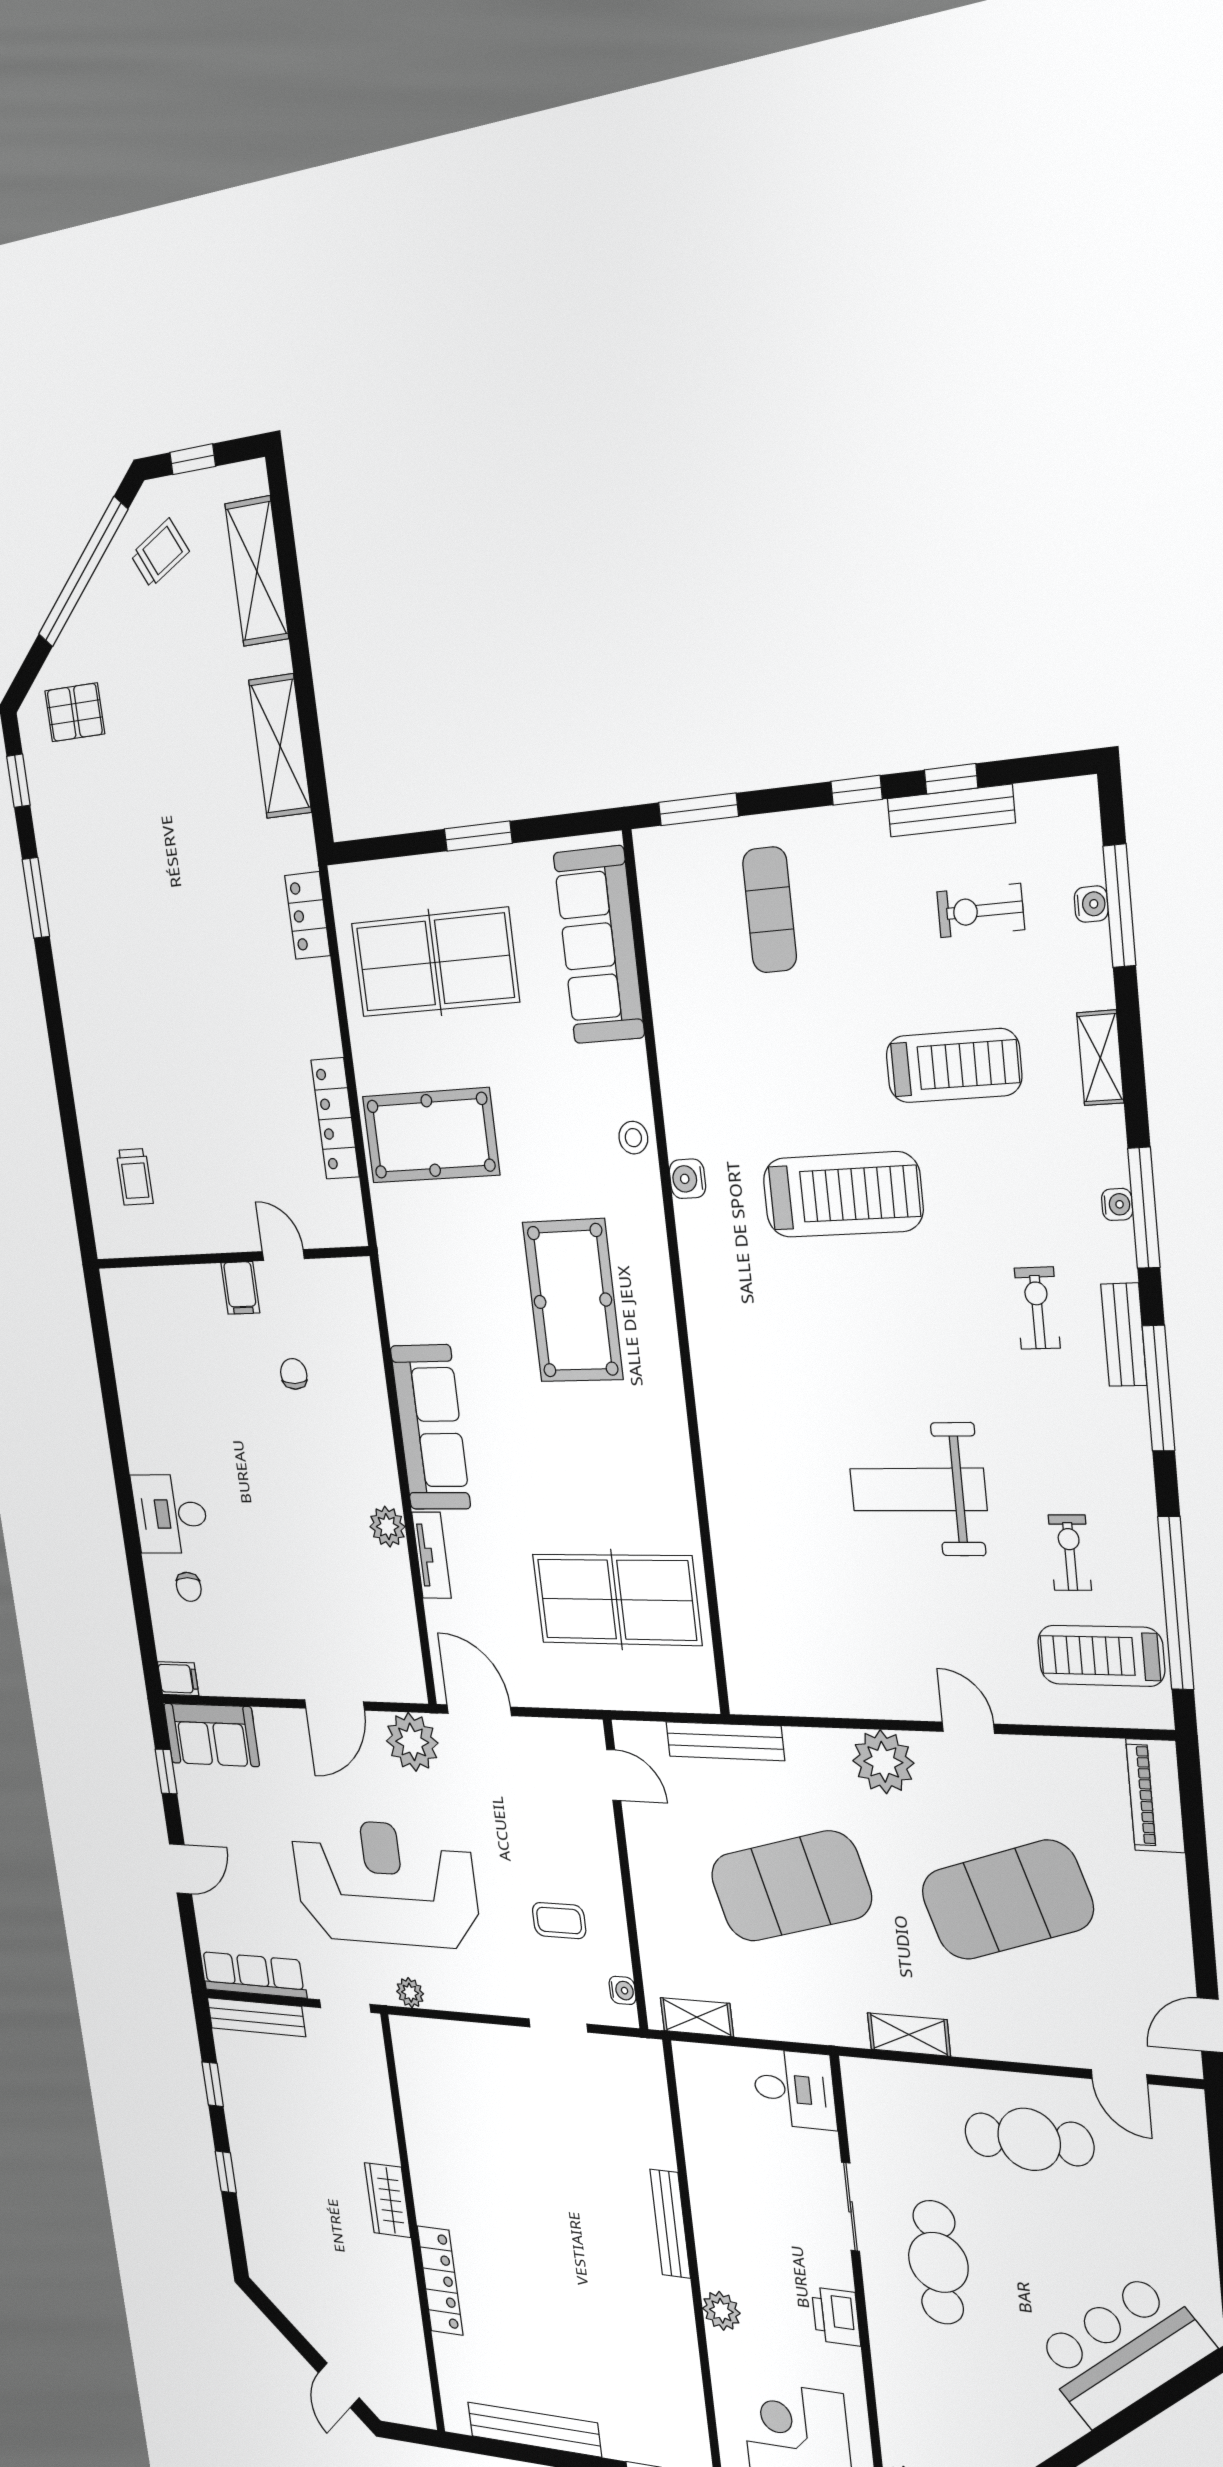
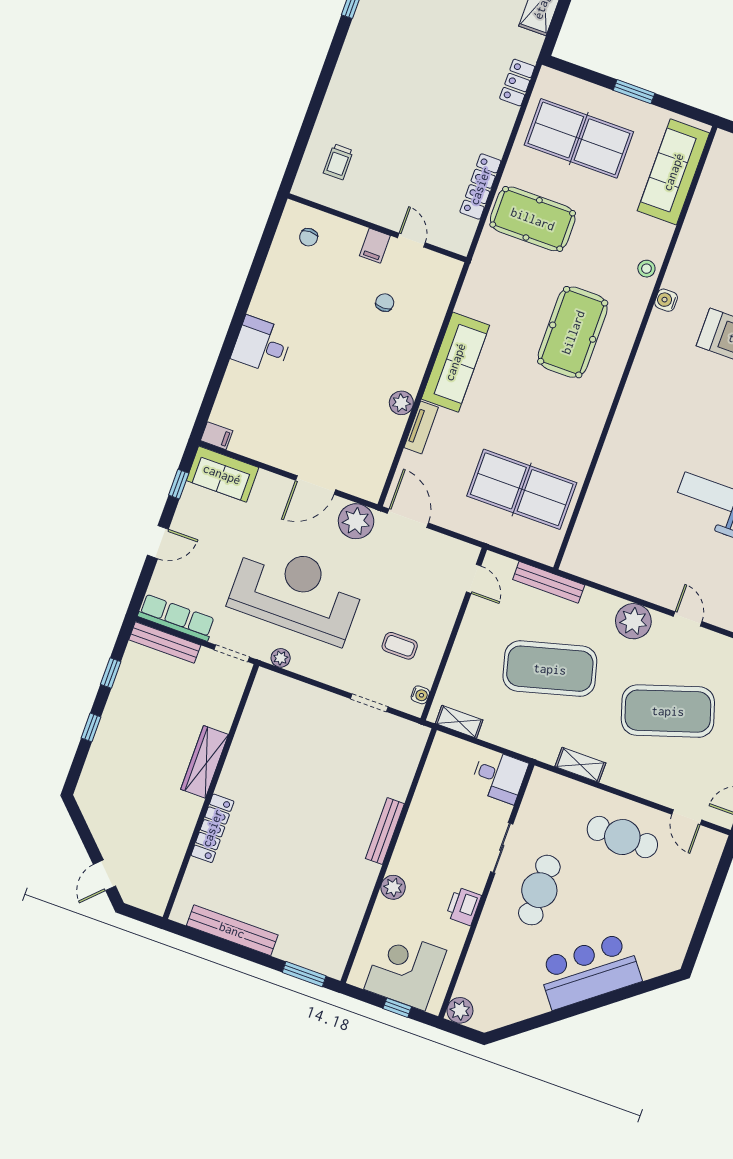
chair: (189, 1587) -> (309, 237), moved
wardrobe: (388, 2200) -> (205, 762), width x1.50
bar counter: (1122, 2350) -> (589, 971), moved

